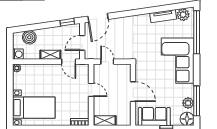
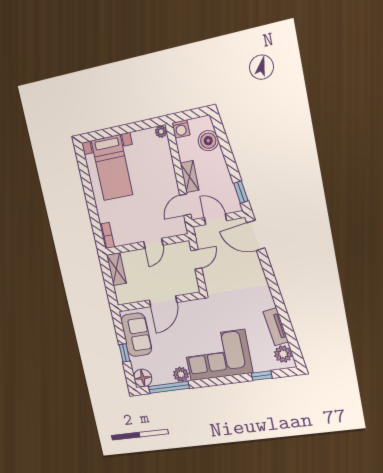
window: (197, 32) -> (262, 376), width x0.32
plant: (188, 103) -> (181, 374), moved

